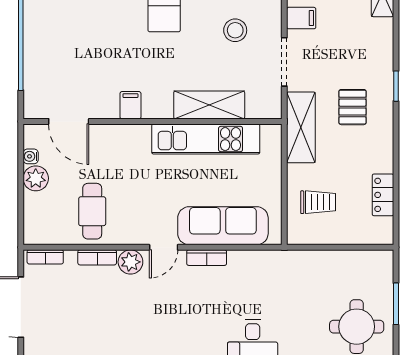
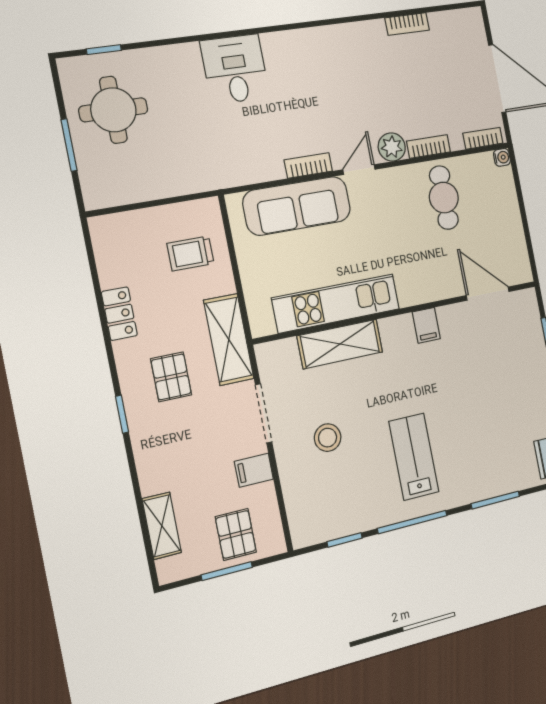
water cooler: (31, 156) -> (502, 157), moved
plant: (36, 178) -> (509, 224), removed
locker: (383, 195) -> (119, 314), moved

